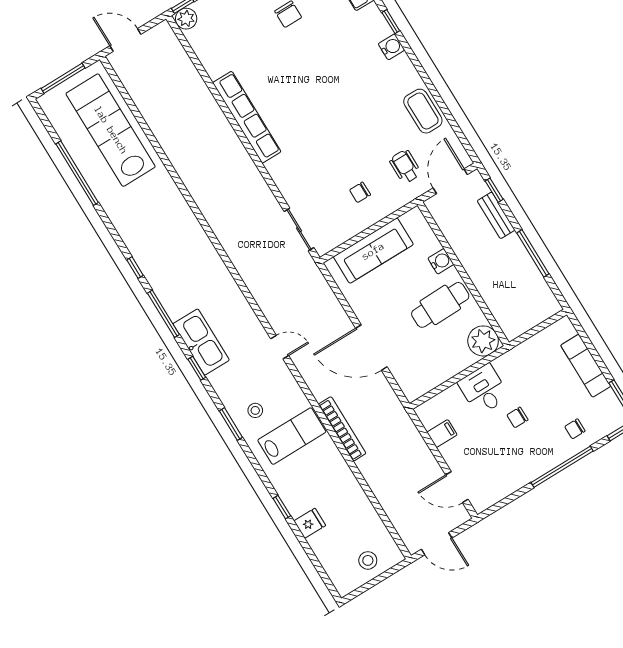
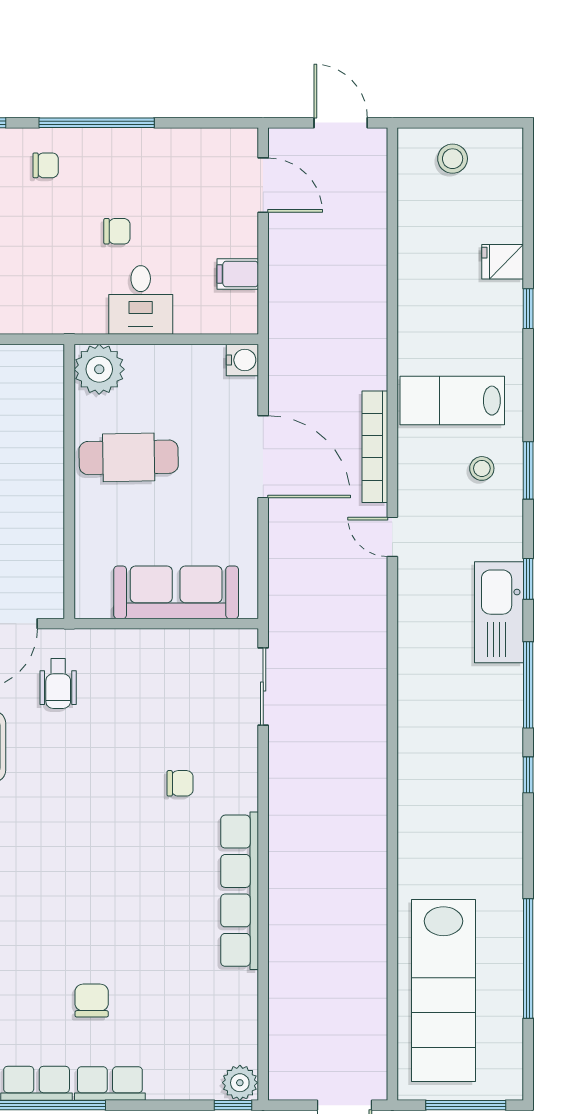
chair: (360, 192) -> (180, 783), moved
water cooler: (441, 261) -> (242, 360), moved, turned 180
bookcase: (342, 429) -> (375, 447), moved

